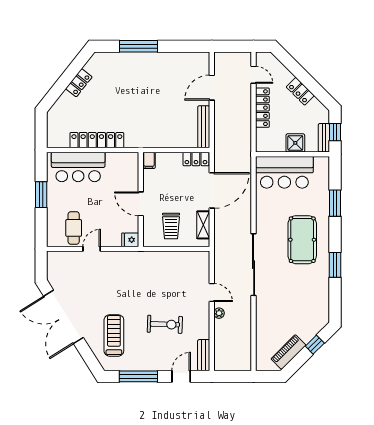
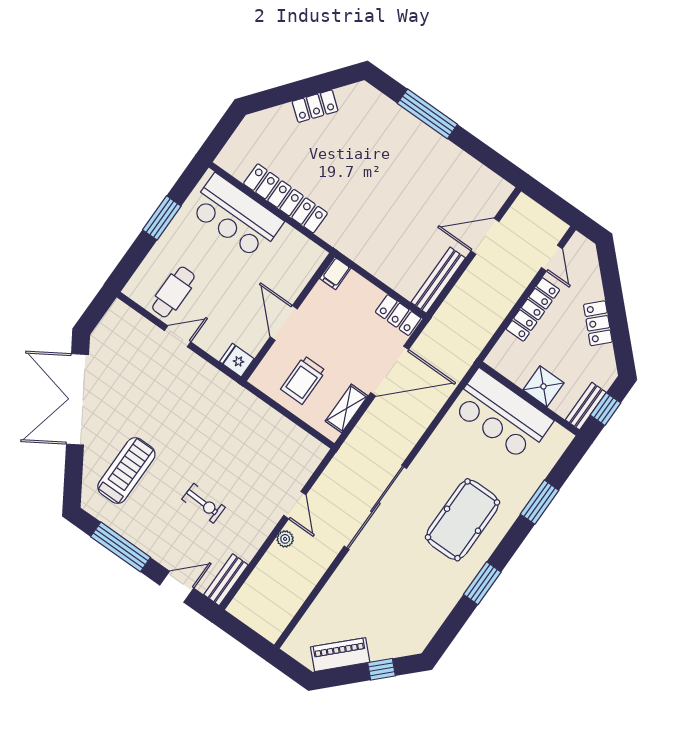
exercise bike: (165, 324) -> (204, 503), width x0.73, depth x0.72

